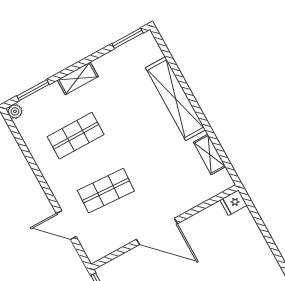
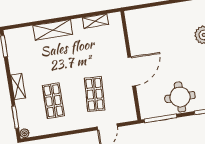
shelving: (175, 99) -> (53, 30), width x0.68
fridge: (233, 203) -> (131, 17), removed

